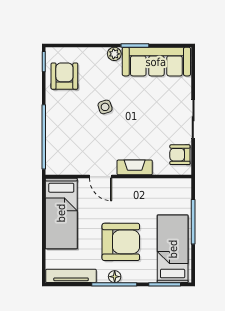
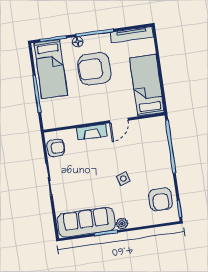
door: (101, 177) -> (119, 120), swing flipped
floor lamp: (115, 277) -> (78, 42), moved

